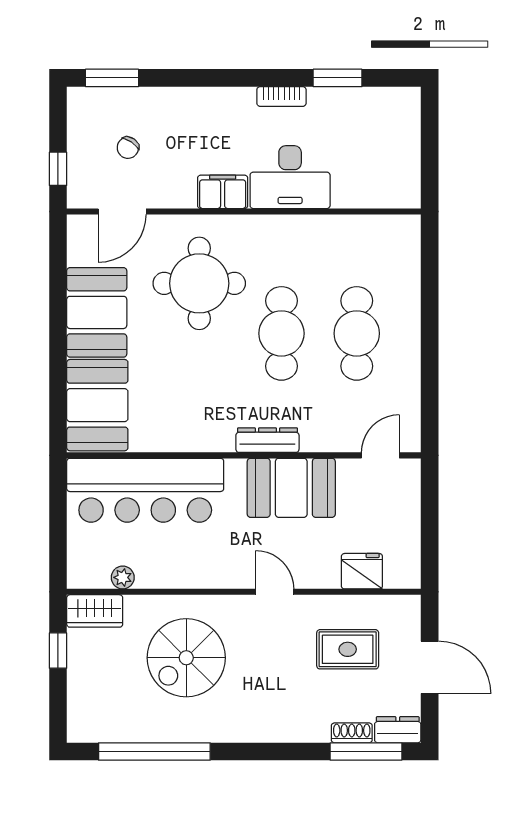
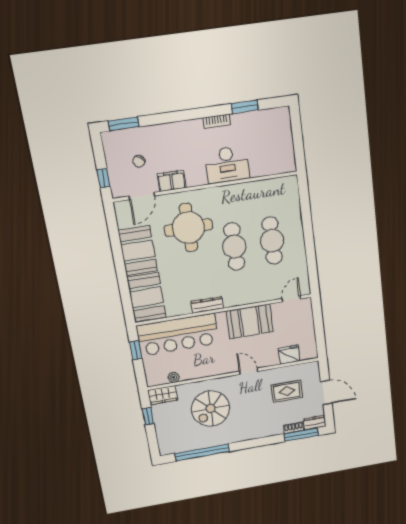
filing cabinet: (223, 192) -> (172, 181), moved
dresser: (267, 440) -> (207, 305), moved
window: (58, 508) -> (136, 350), added

